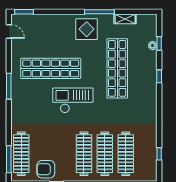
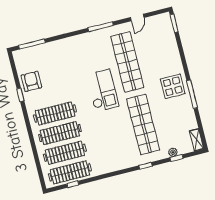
shelving: (125, 19) -> (197, 140), moved
door: (9, 31) -> (137, 17), moved
shop shelf: (117, 68) -> (143, 124), turned 90
clothes rail: (21, 154) -> (70, 172), moved

